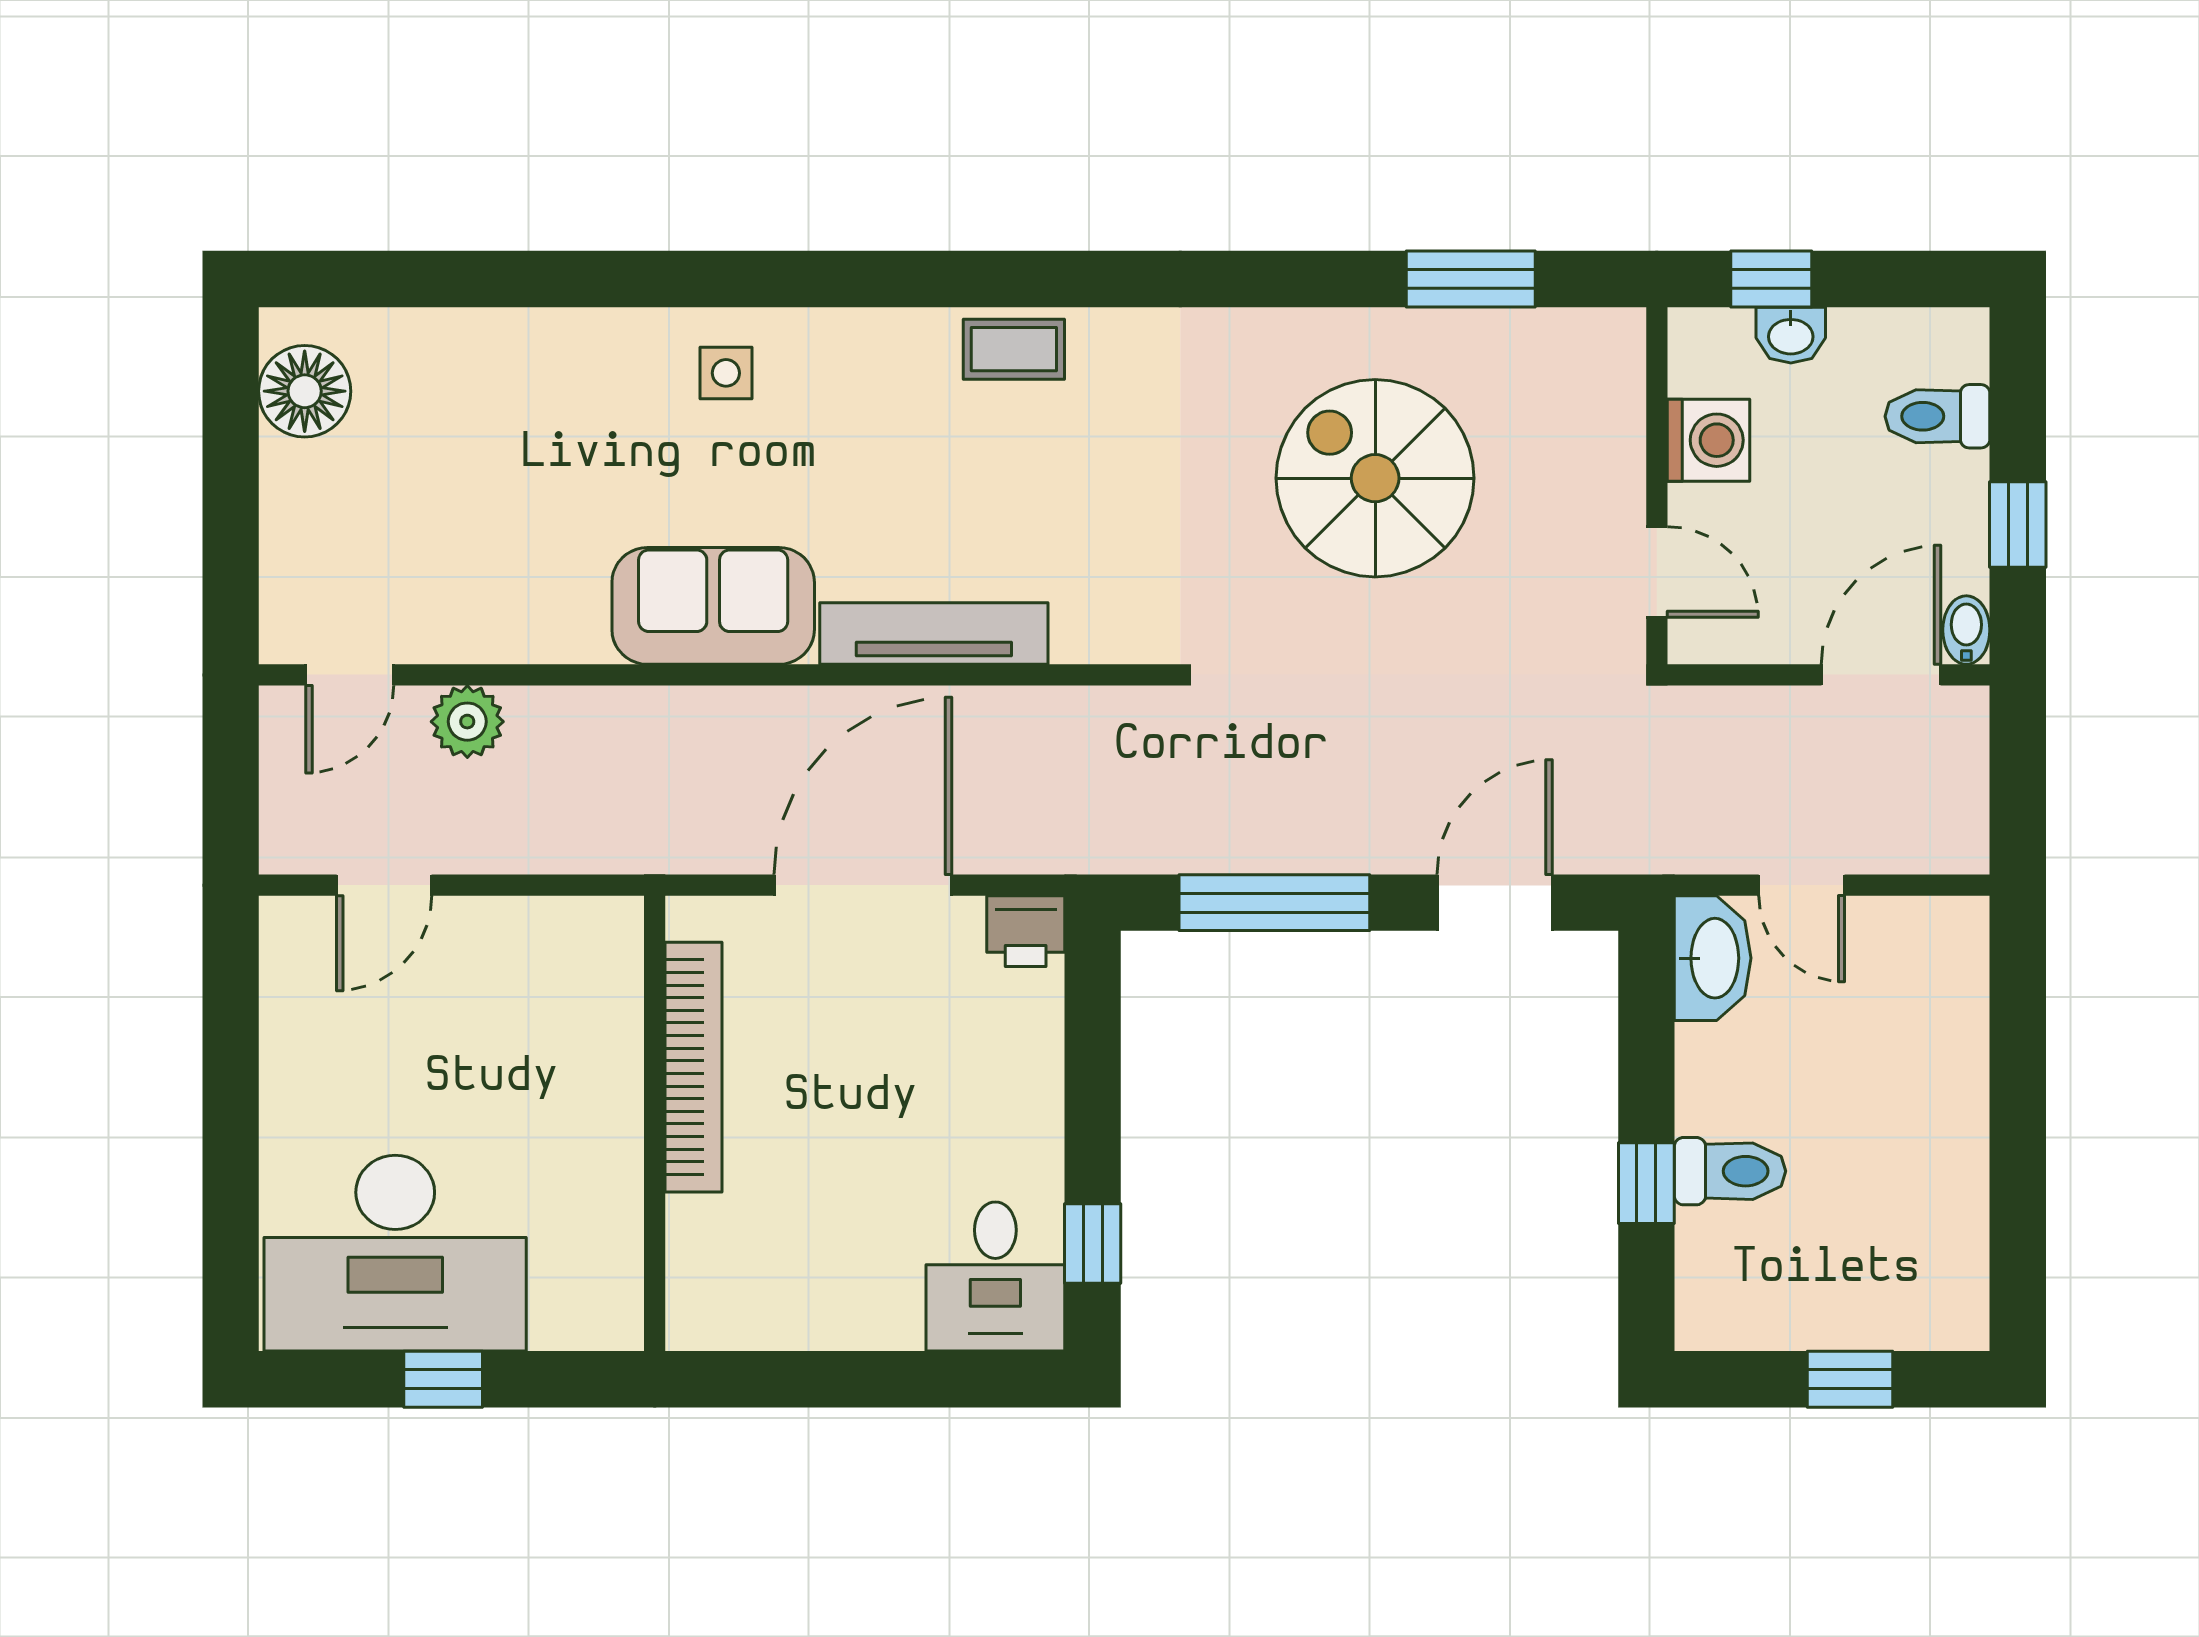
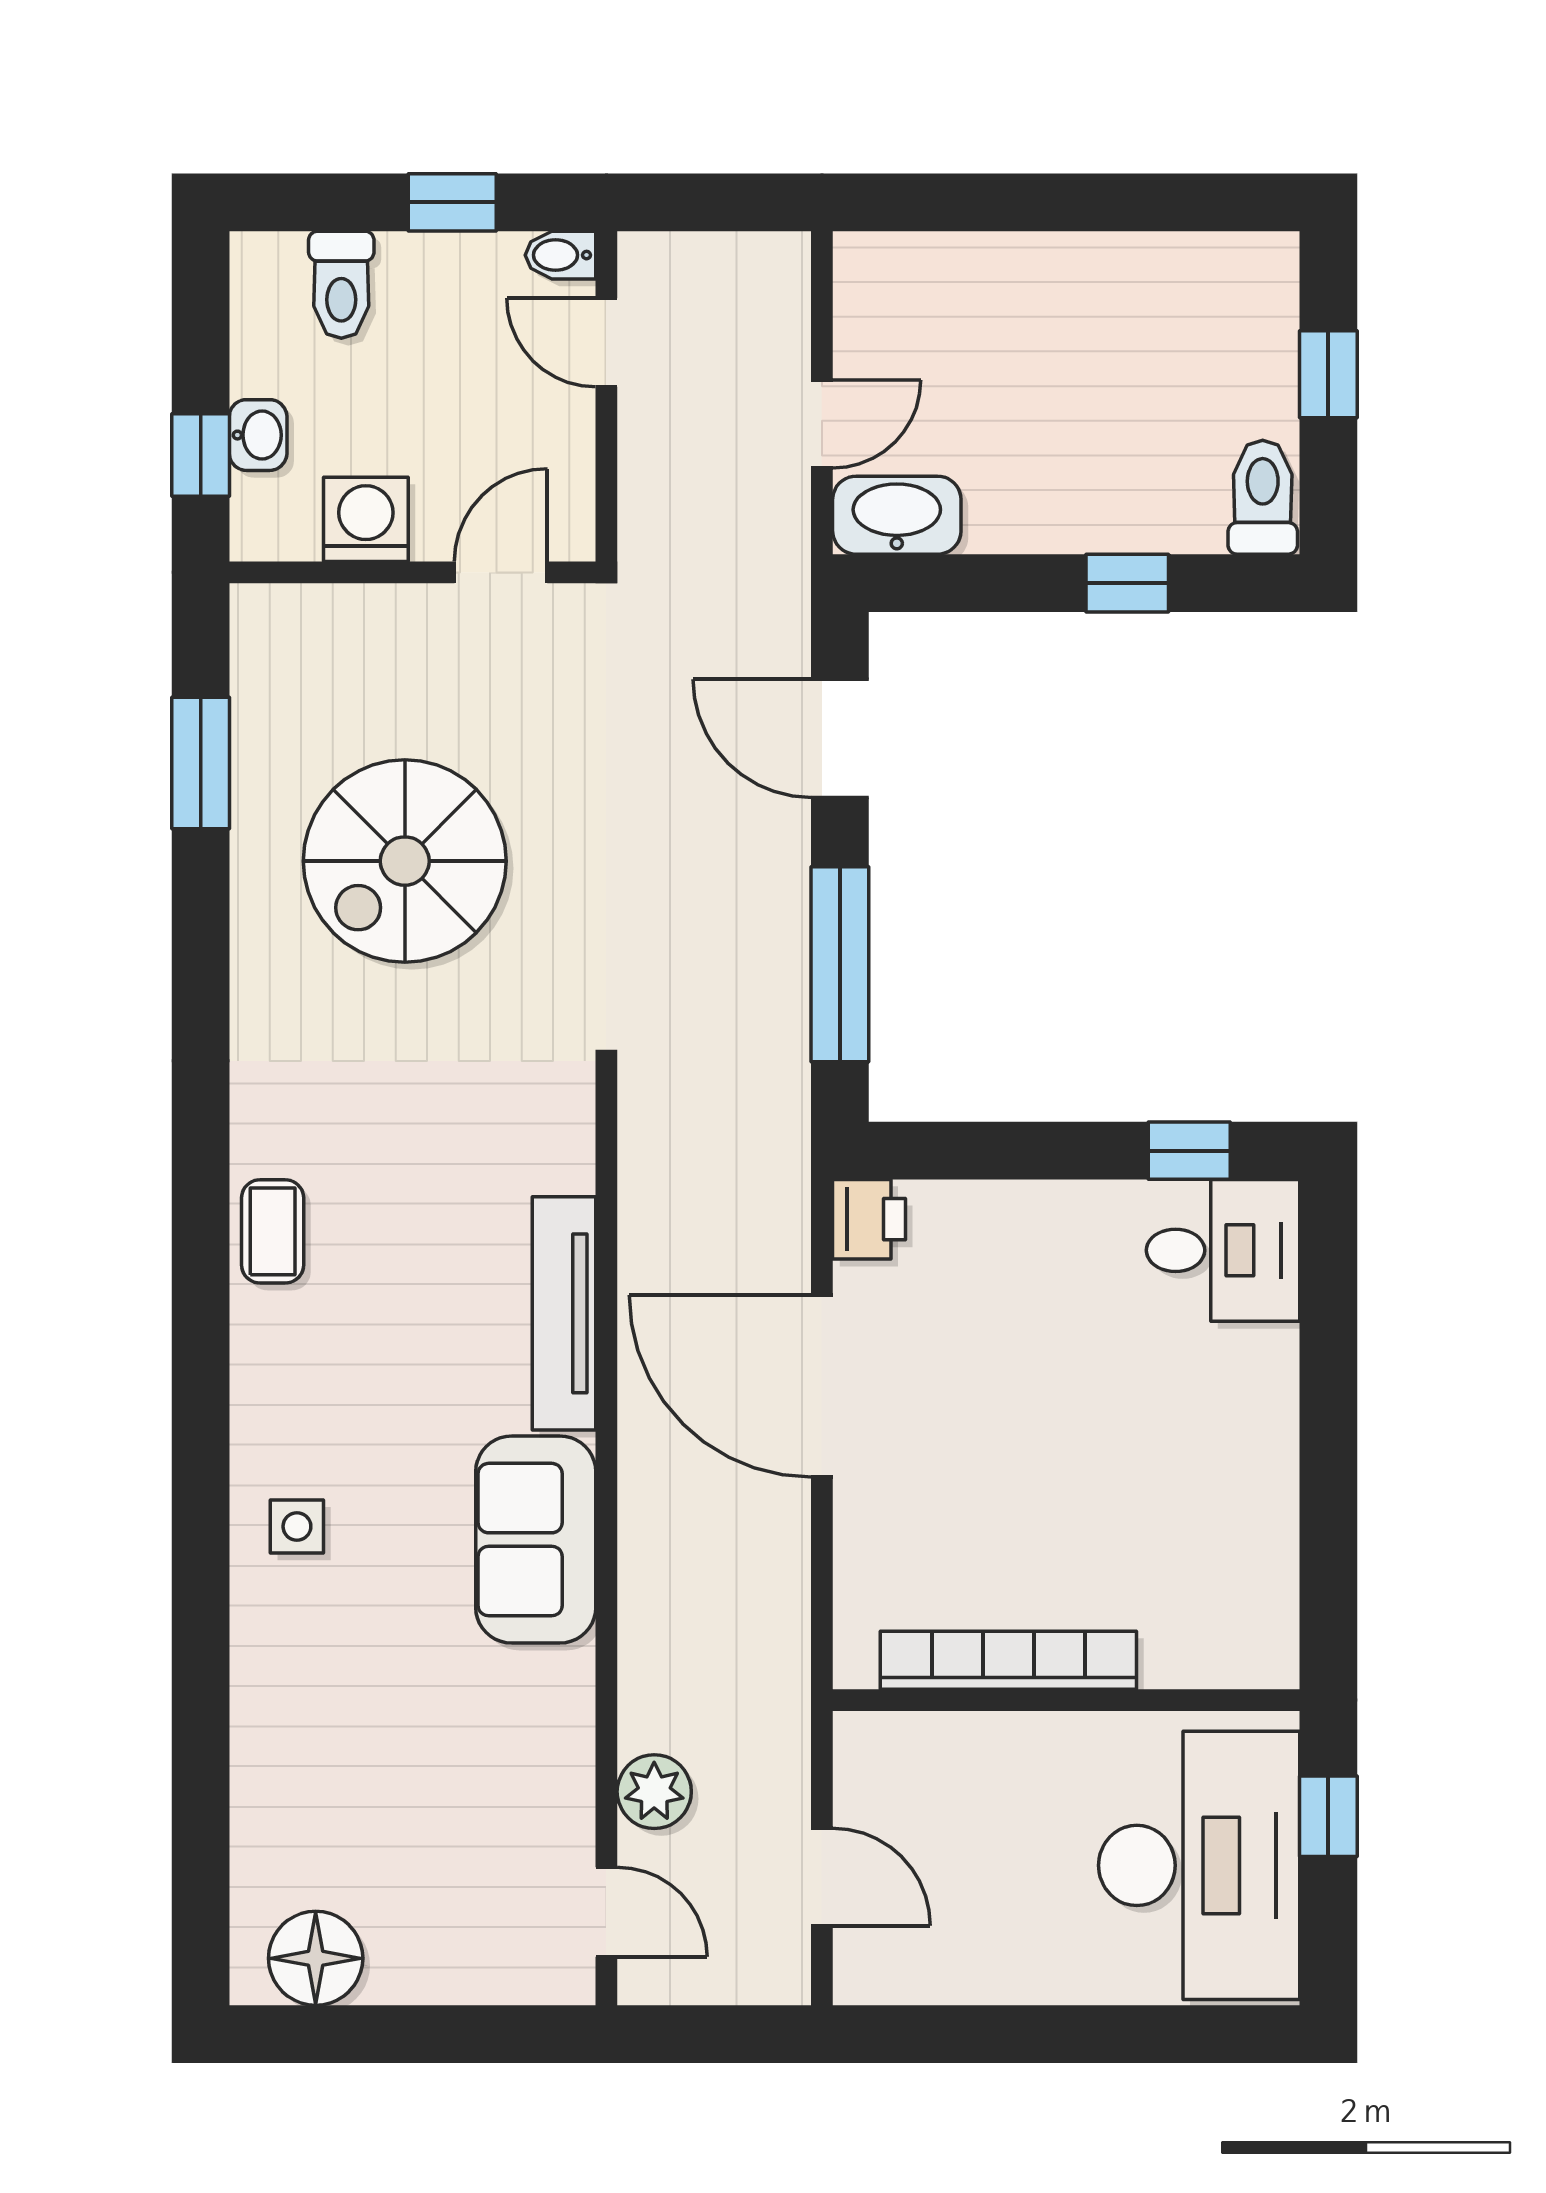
door: (1881, 675) -> (606, 342), width x0.73
bookcase: (694, 1067) -> (1008, 1660), moved
wall: (655, 1123) -> (1066, 1700), moved
toilet: (1730, 1171) -> (1263, 497), moved

